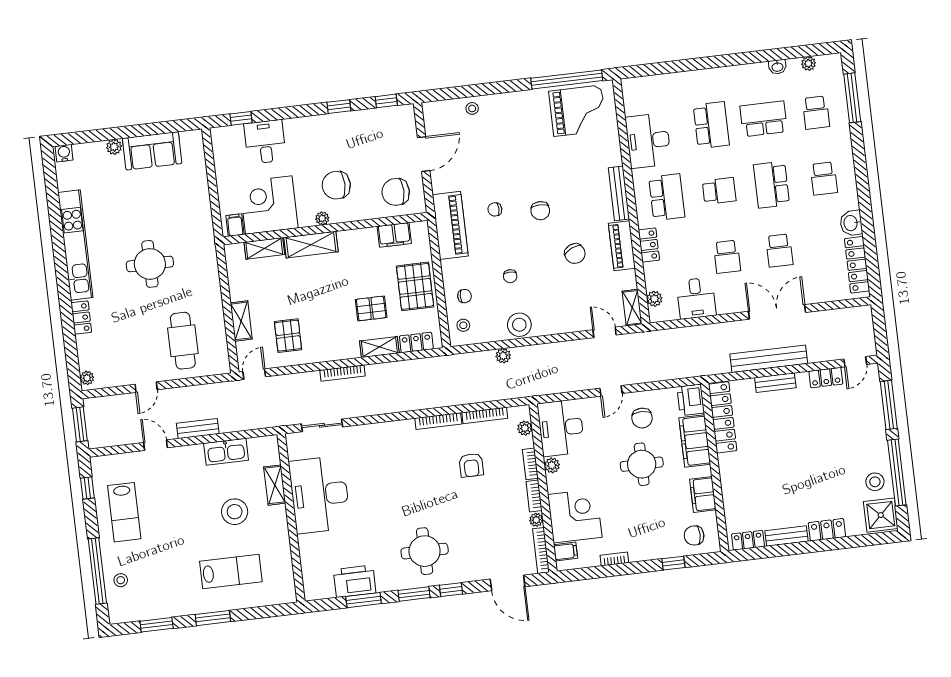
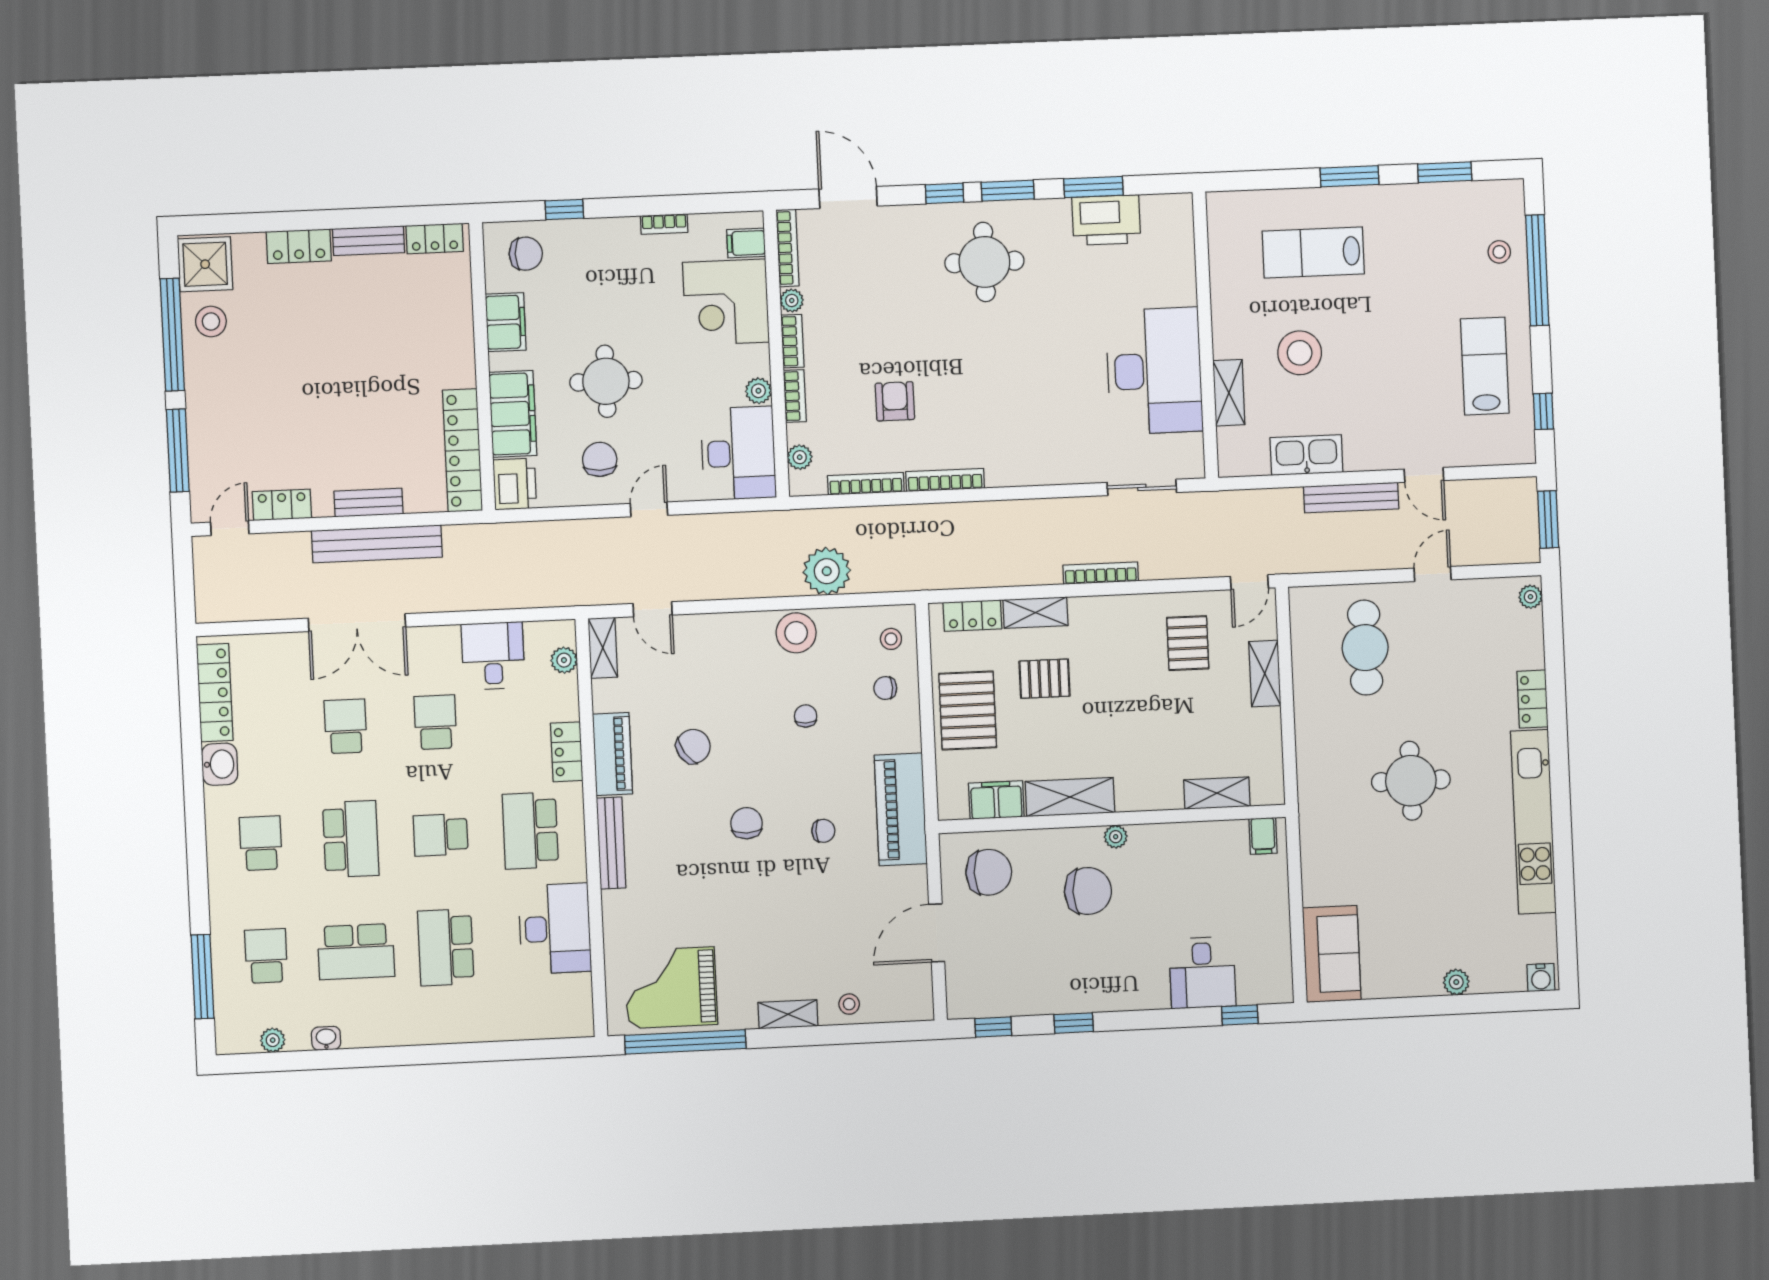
shelving: (508, 100) -> (788, 1014), added
sofa: (152, 151) -> (1332, 954), moved, turned 90
corner desk: (269, 205) -> (1204, 866), removed
shelving: (311, 245) -> (1070, 797), moved
chair: (575, 254) -> (693, 746), turned 81
plant: (503, 356) -> (827, 571), width x1.87, depth x1.87
bench: (198, 429) -> (1351, 498), width x1.36

